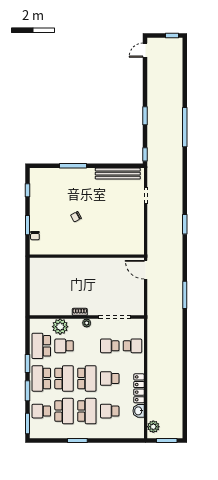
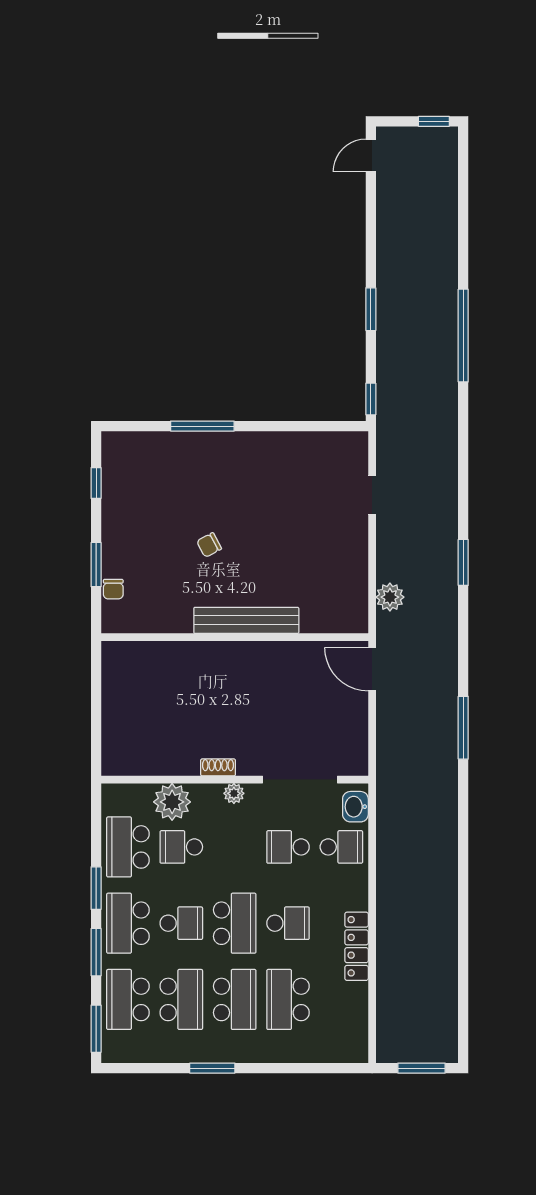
bench: (118, 174) -> (246, 620), moved
school desk: (64, 378) -> (181, 923), width x0.54
school desk: (110, 378) -> (288, 923), turned 180
school desk: (41, 411) -> (128, 999), width x1.85
school desk: (110, 411) -> (288, 999), width x1.85
washbasin: (139, 411) -> (355, 807), moved
plant: (153, 427) -> (390, 597), moved

